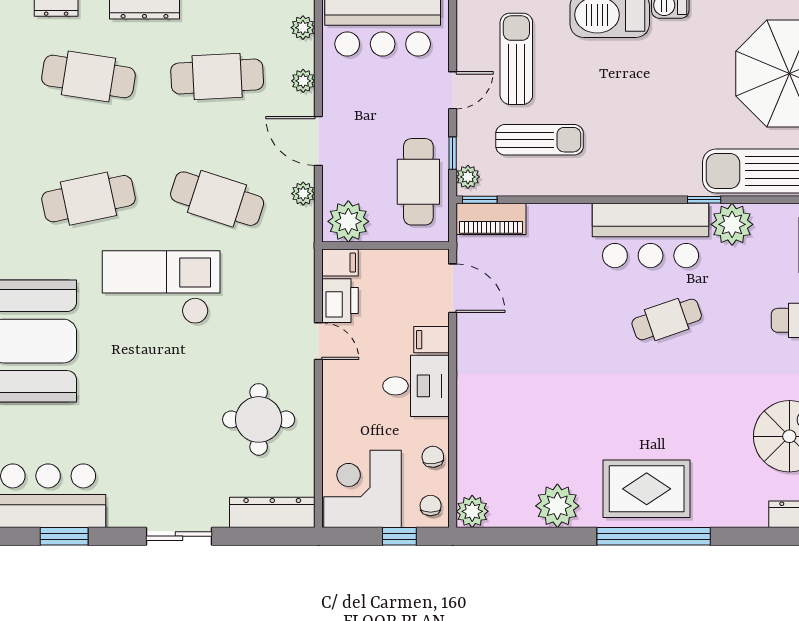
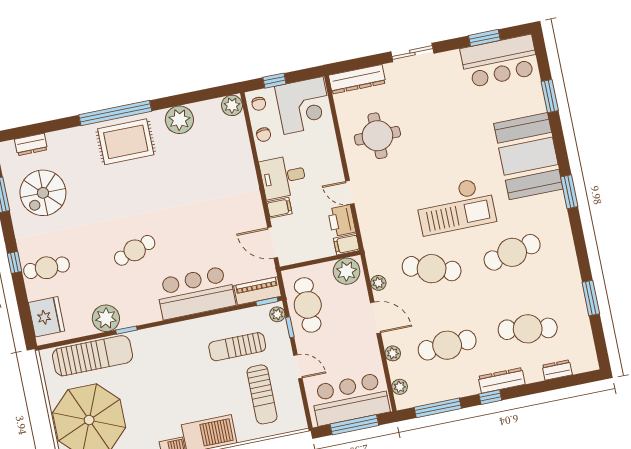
door: (453, 90) -> (298, 367), swing flipped
bar counter: (651, 236) -> (196, 293), moved

